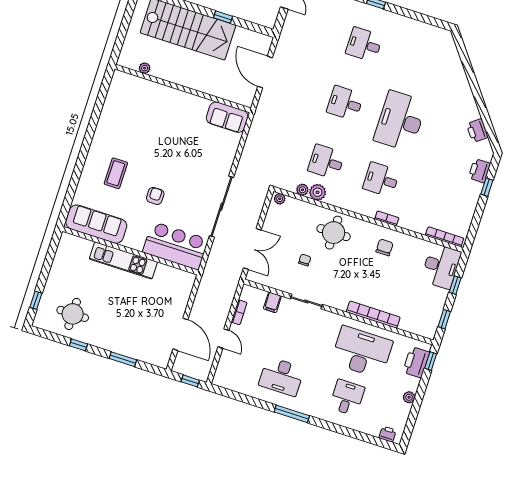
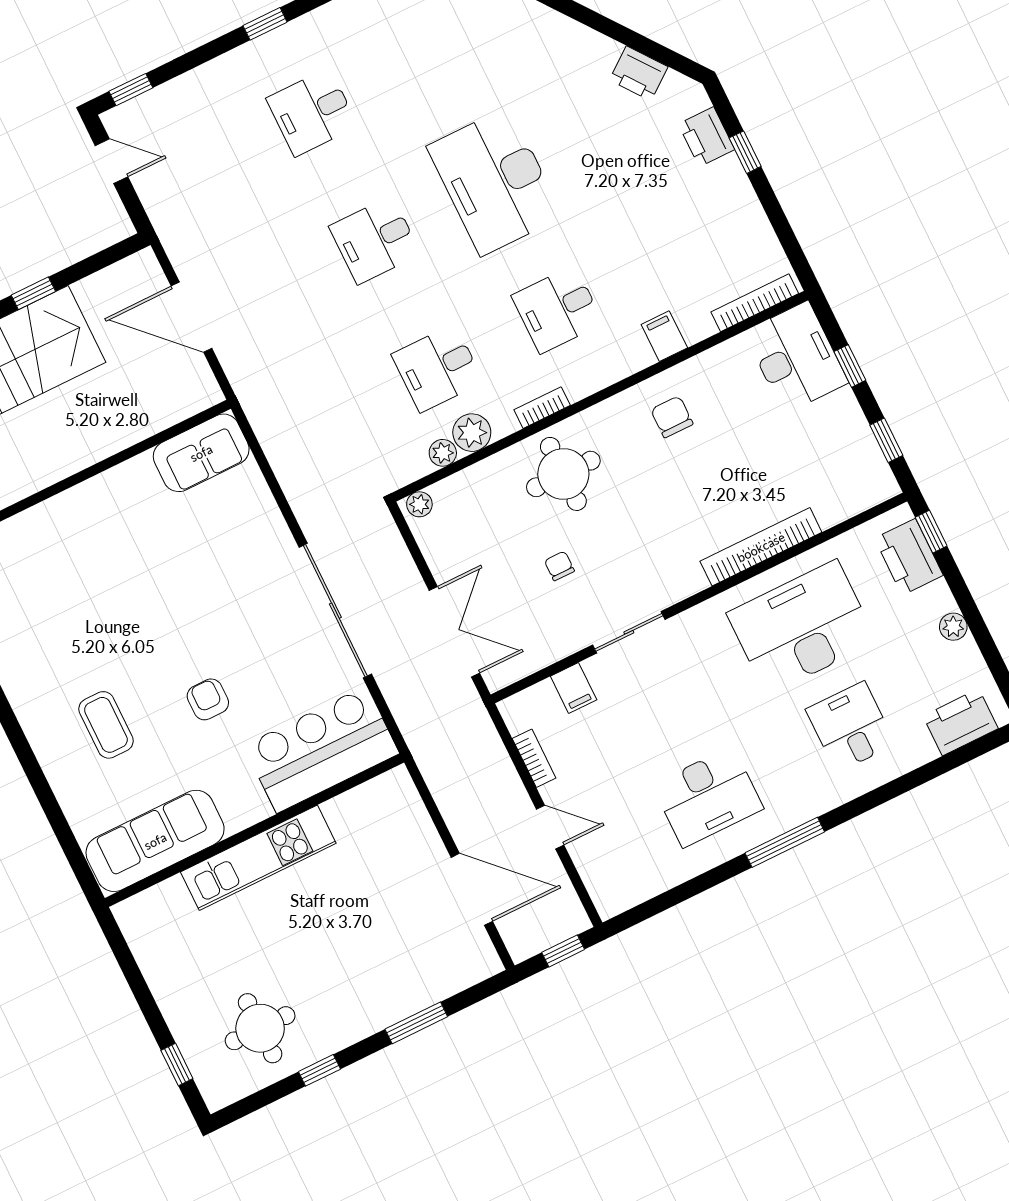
bookcase: (387, 218) -> (542, 408), moved
filing cabinet: (406, 220) -> (664, 336), added
printer: (388, 434) -> (961, 722), width x1.87, depth x1.48

